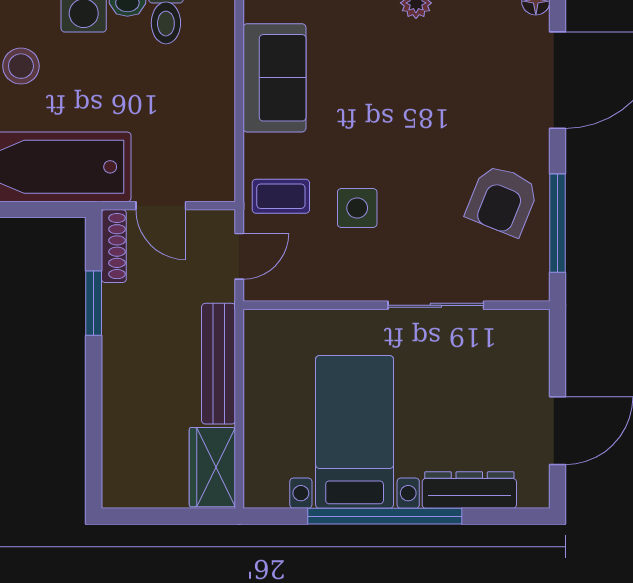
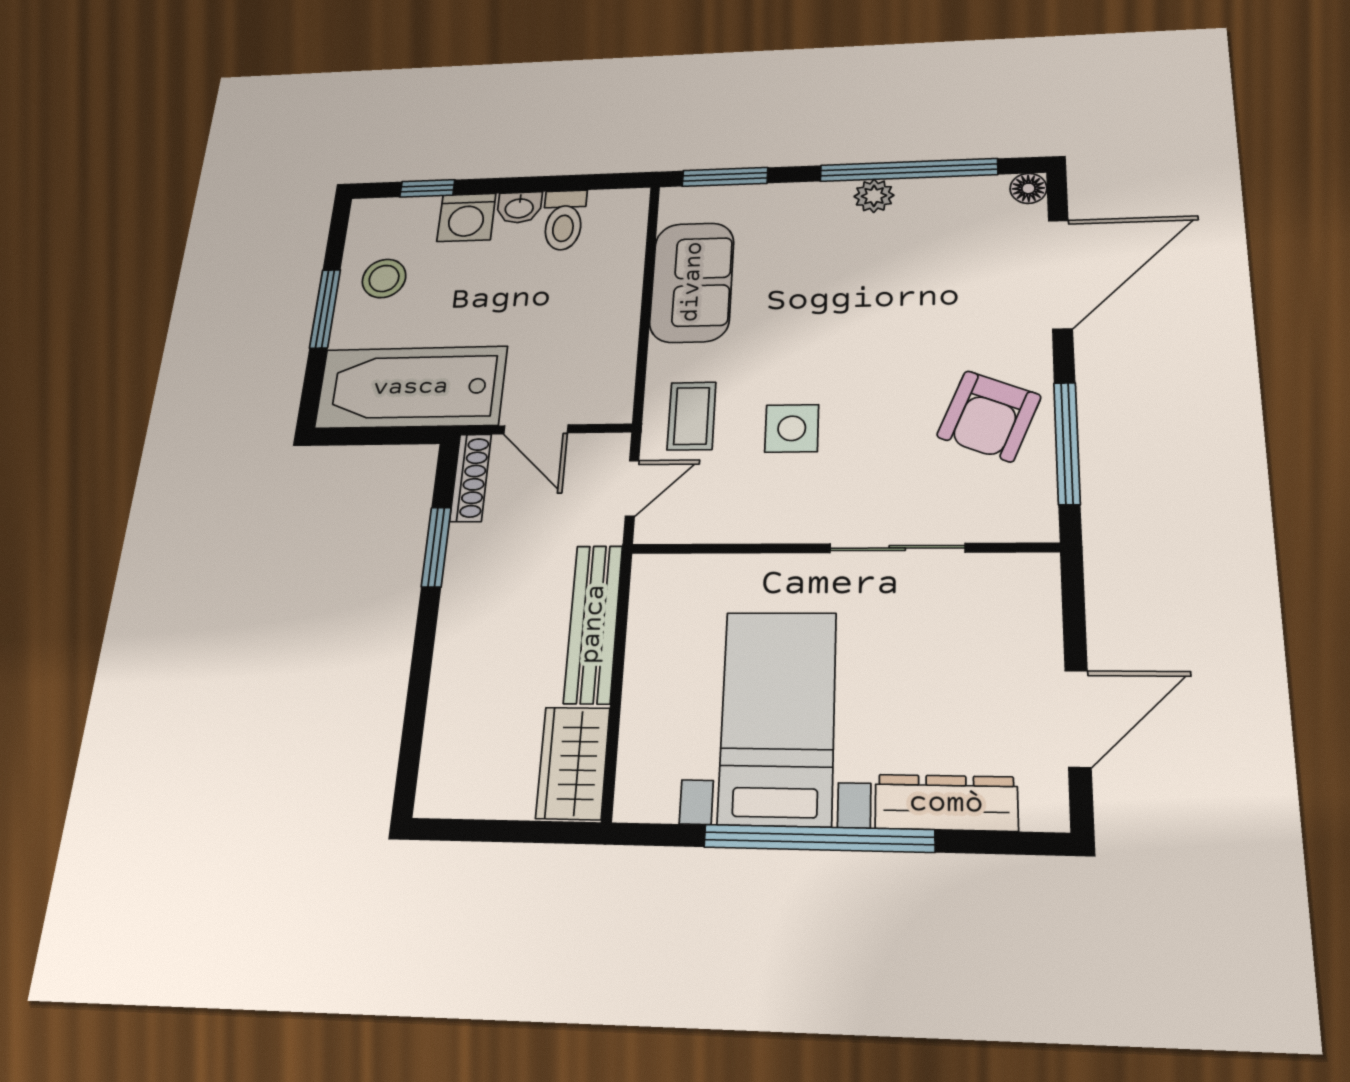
coffee table: (281, 196) -> (692, 416), turned 90

